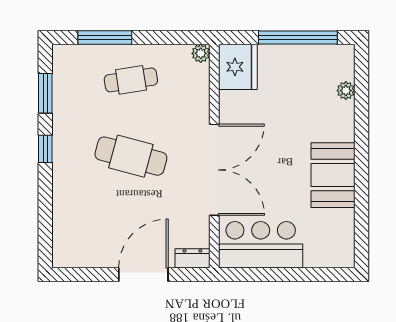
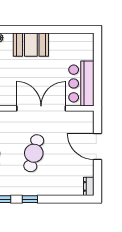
booth: (333, 175) -> (31, 45), moved
dresser: (192, 258) -> (89, 186), moved

